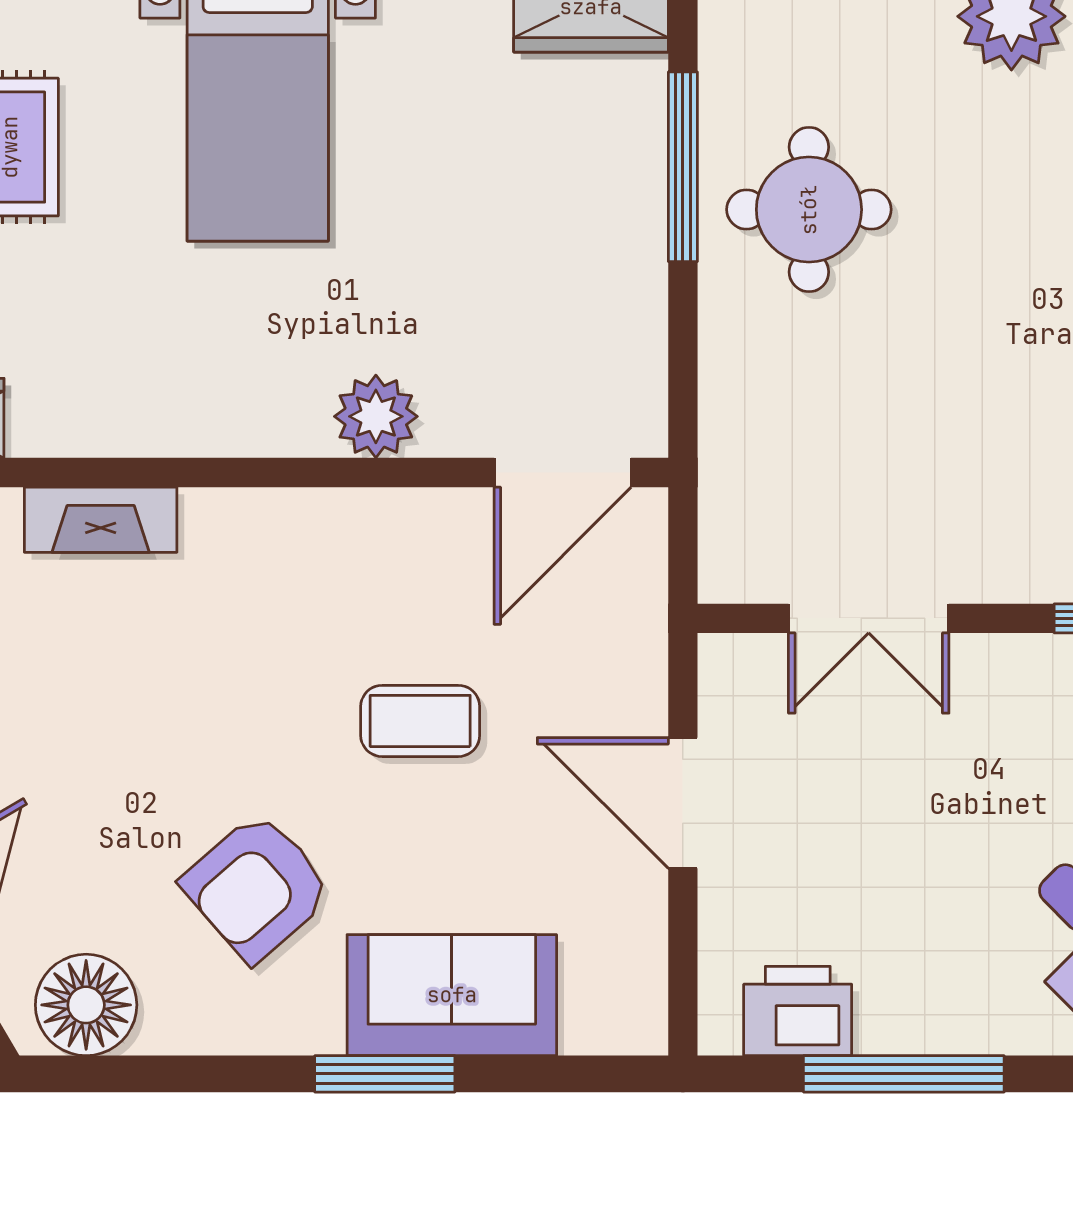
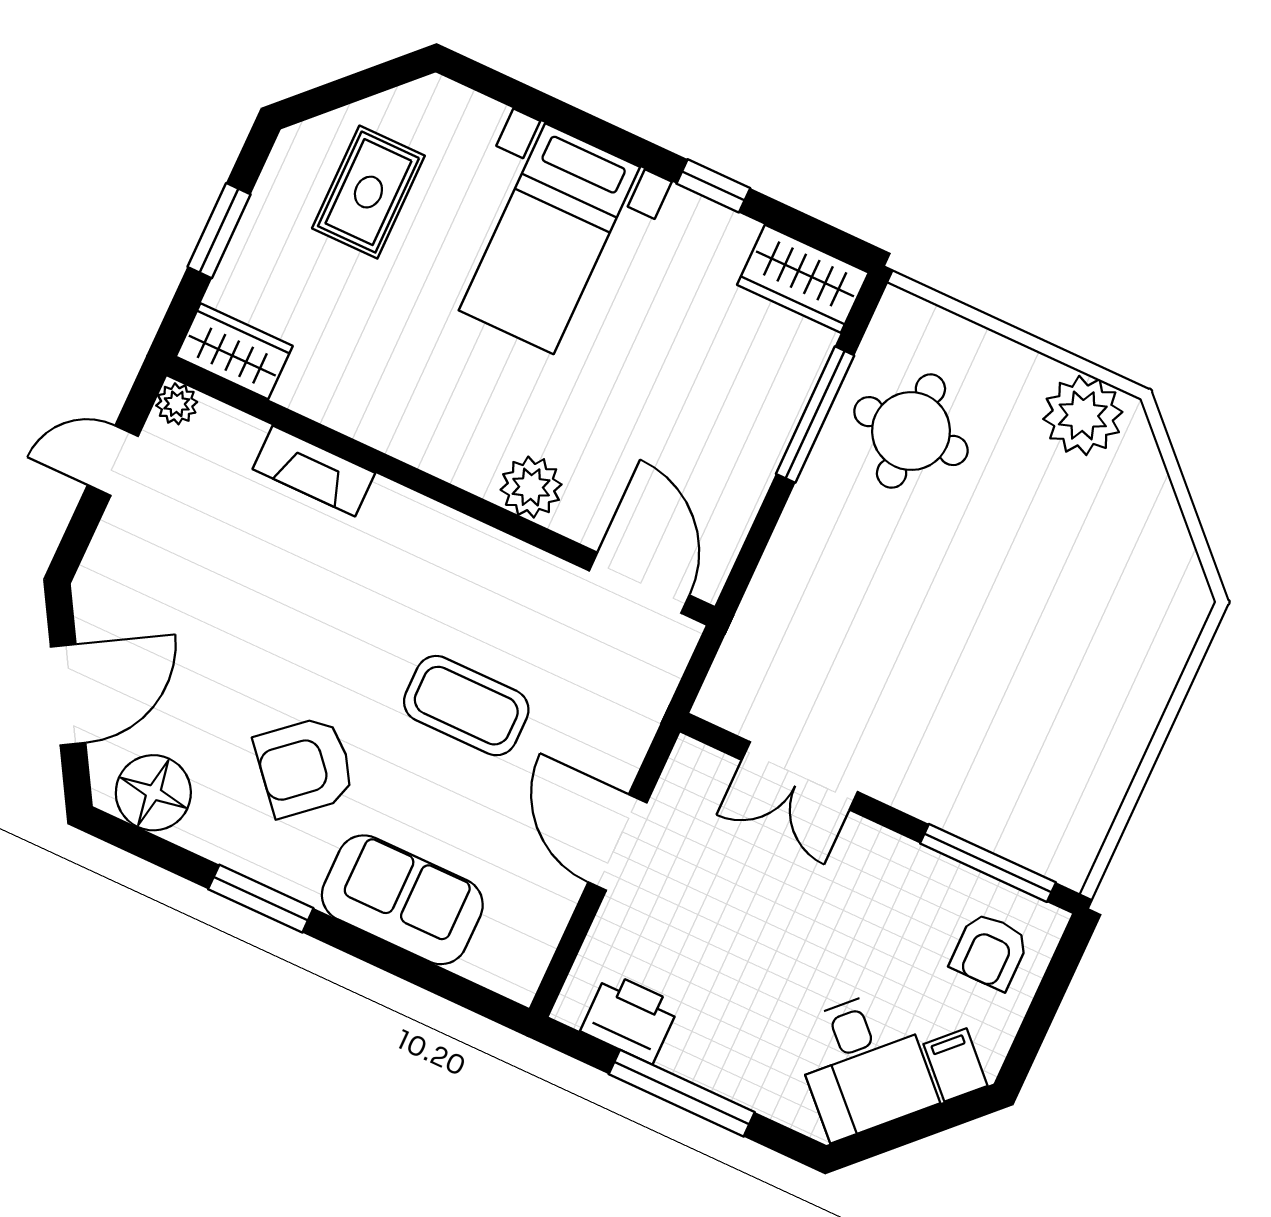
round table: (809, 210) -> (911, 431), moved
door: (563, 473) -> (639, 583), swing flipped
coffee table: (420, 721) -> (466, 706), width x1.36, depth x1.30
window: (385, 1074) -> (261, 899), moved

